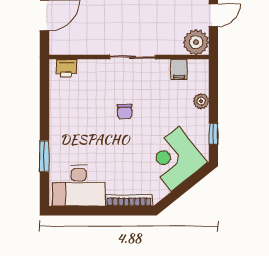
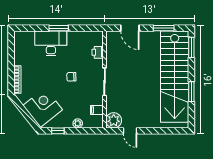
printer: (66, 68) -> (98, 52), moved
window: (44, 156) -> (59, 28), moved
desk: (79, 186) -> (51, 43), moved, turned 90

